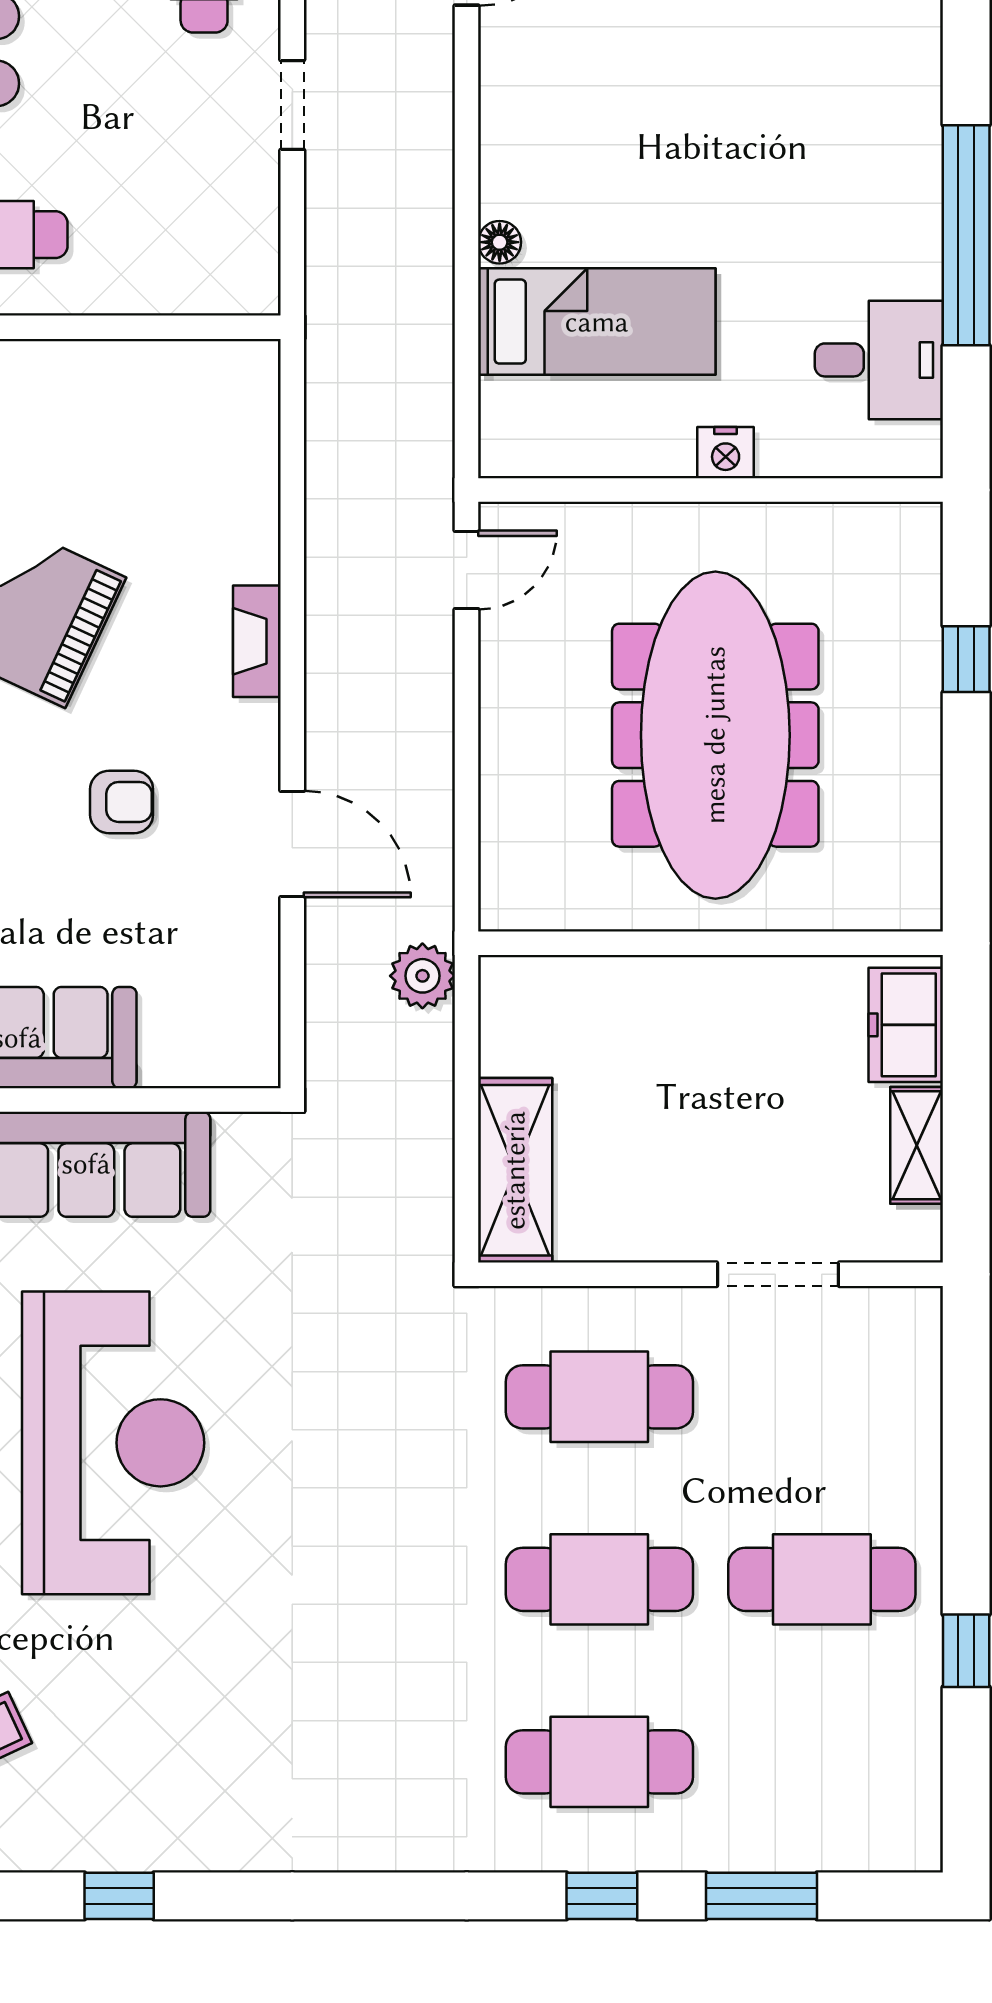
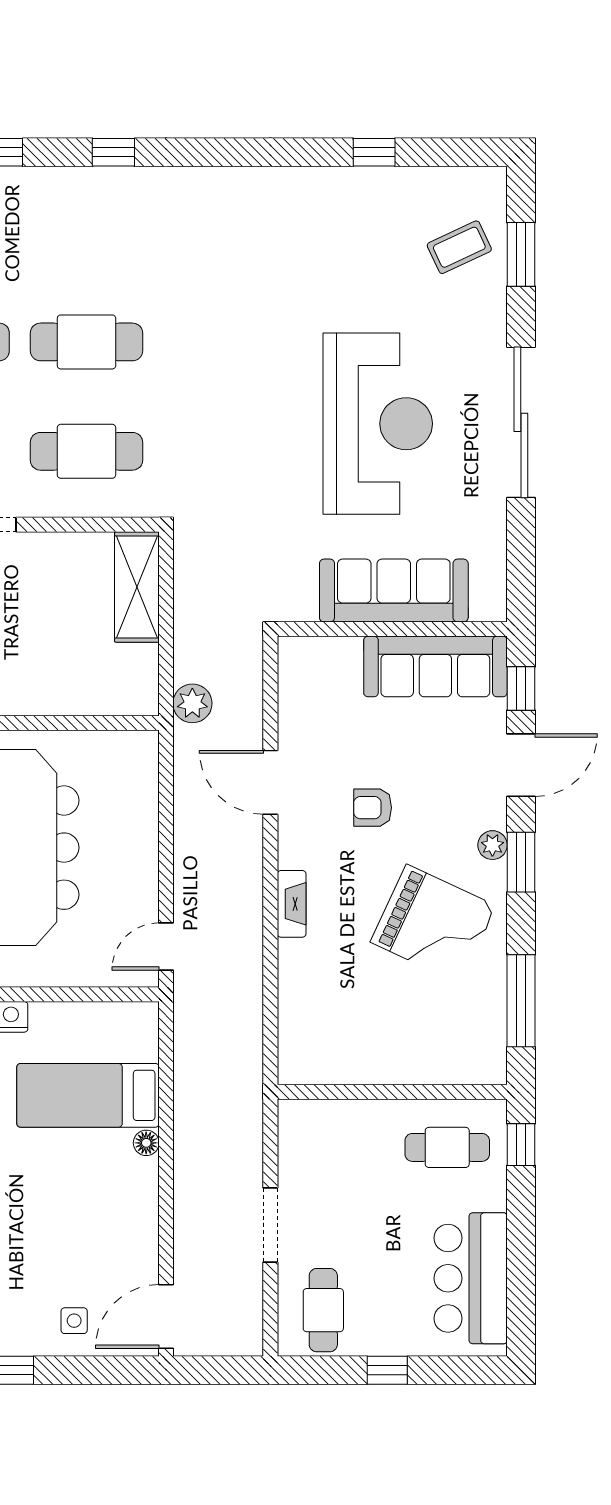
doorway: (292, 105) -> (270, 1225), width x1.38
reception desk: (113, 1443) -> (378, 424), turned 180
cafe table: (599, 1762) -> (86, 233), removed
window: (602, 1896) -> (113, 152), moved

